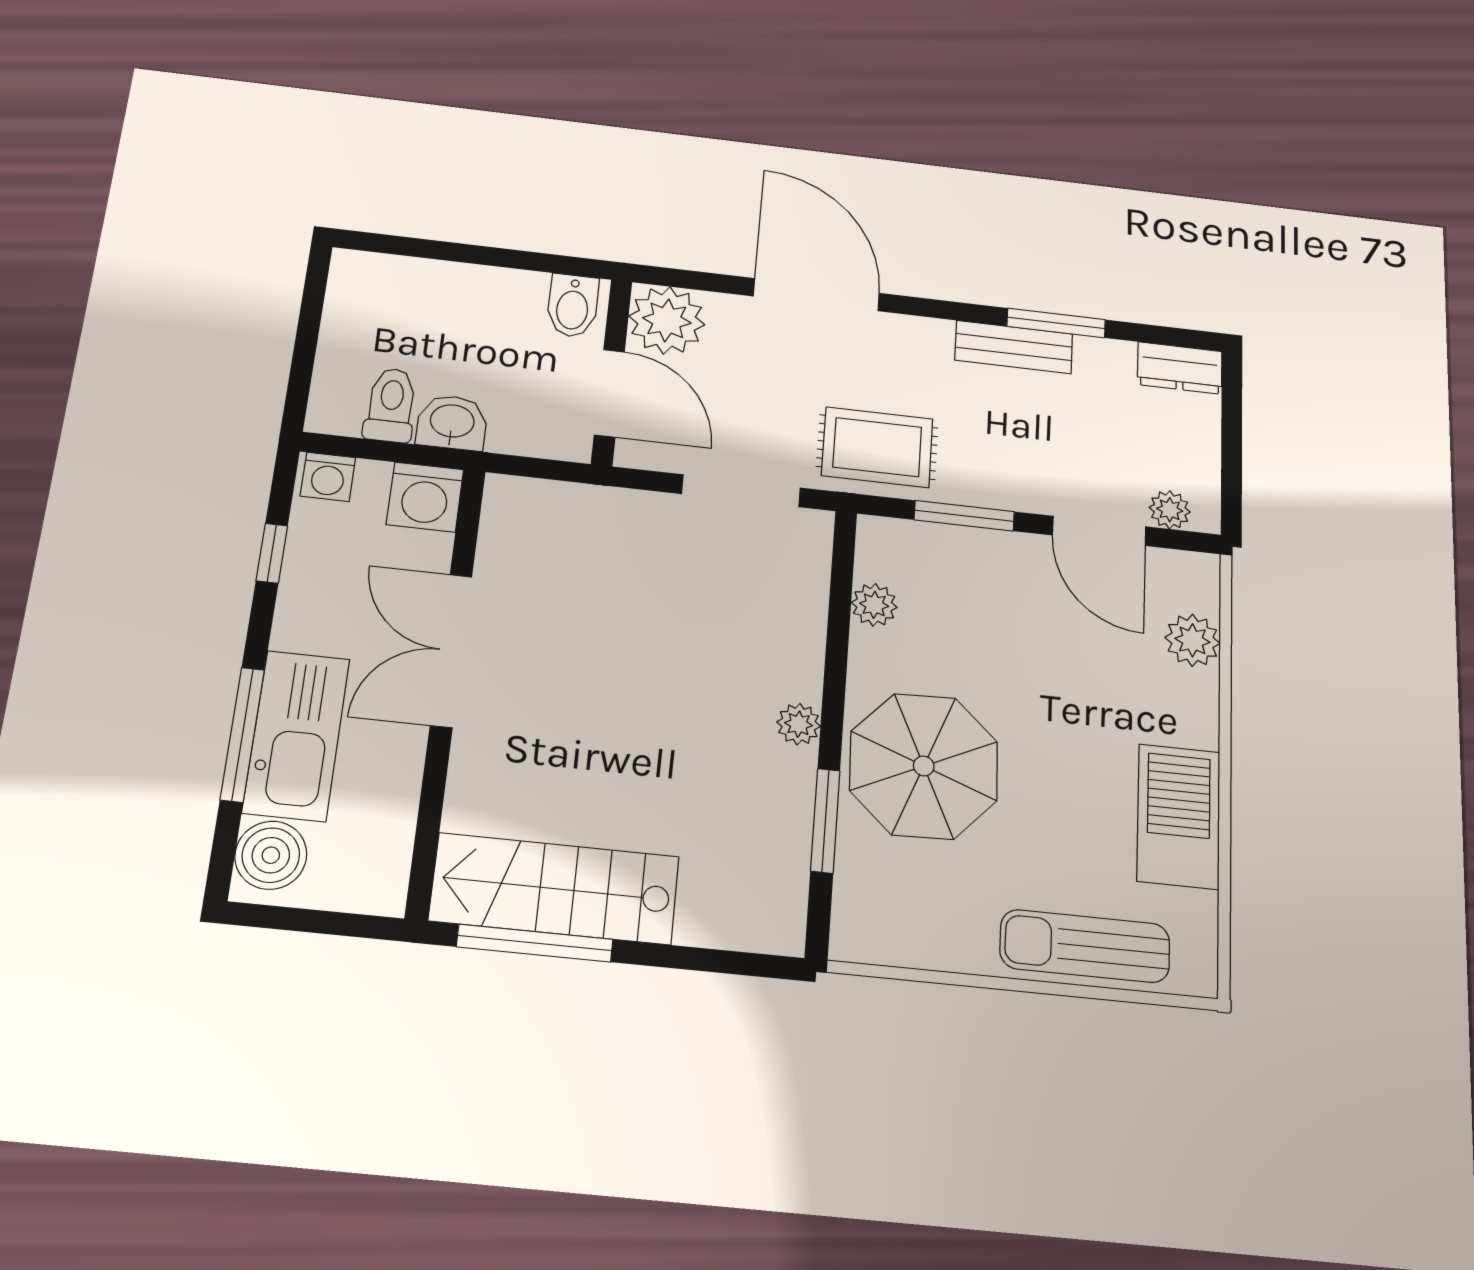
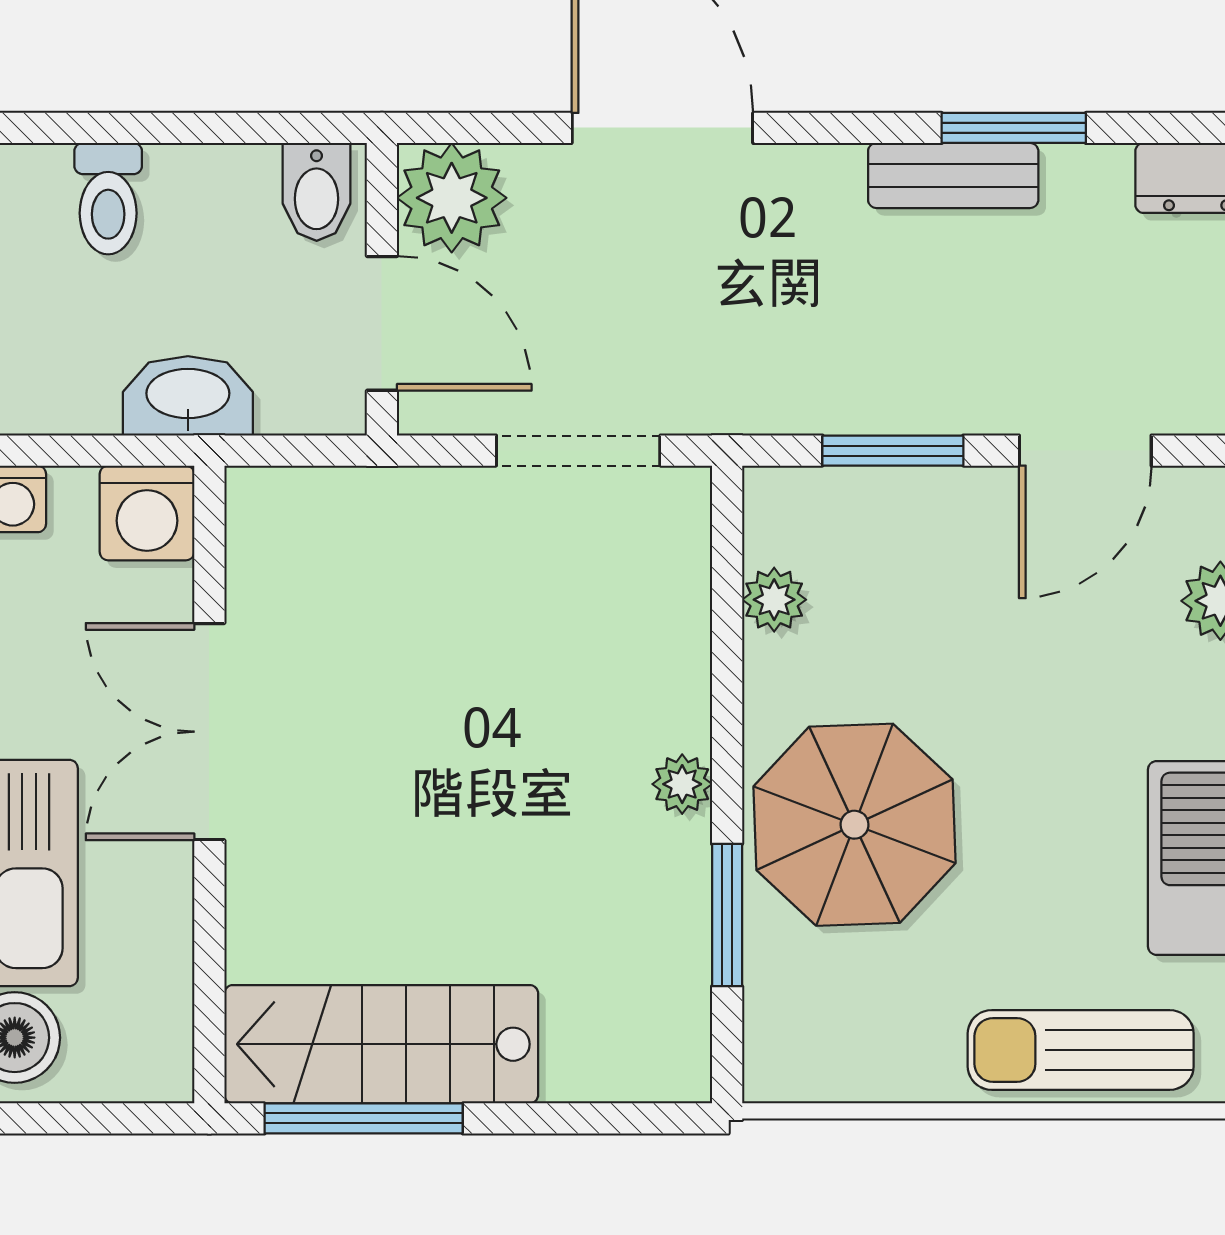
toilet: (391, 405) -> (108, 199), moved, turned 180
washbasin: (452, 422) -> (188, 396), width x1.38
rug: (877, 447) -> (765, 360), removed
plant: (1170, 510) -> (1186, 406), removed
door: (1099, 531) -> (1085, 451), hinge flipped

